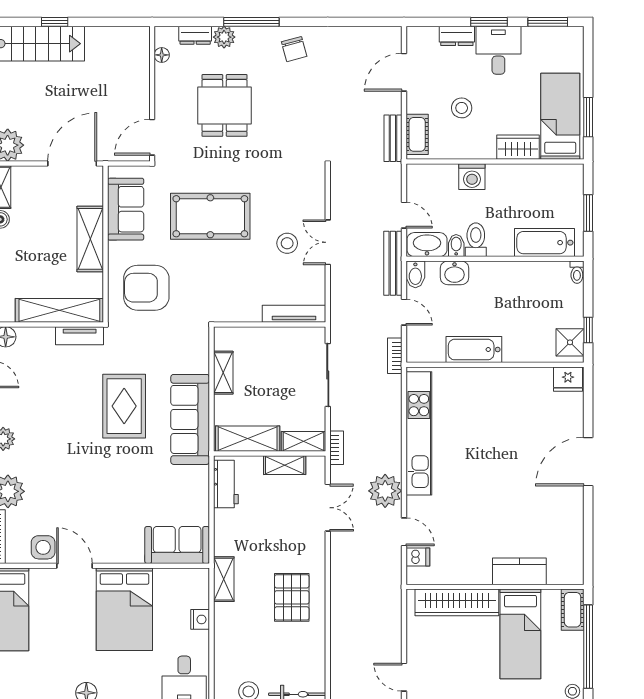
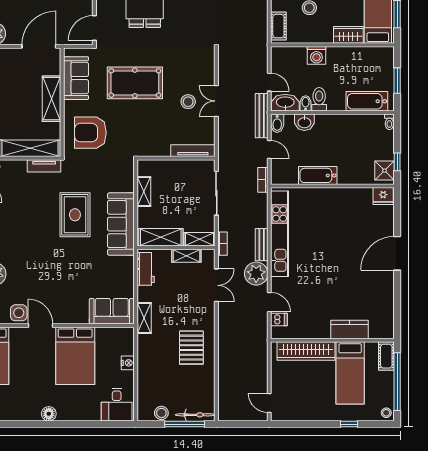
bench: (393, 138) -> (262, 245), moved
shelving: (224, 579) -> (144, 318), moved

